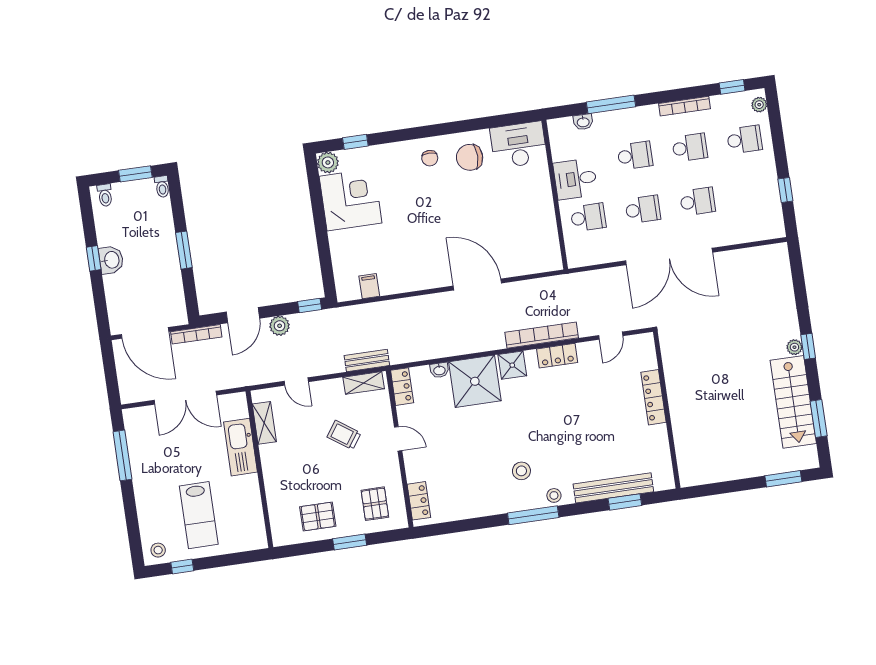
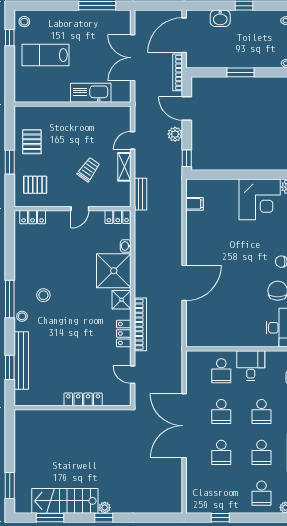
washbasin: (111, 260) -> (220, 18), moved
shelving: (364, 383) -> (124, 167), moved
shelving: (264, 423) -> (106, 113), removed

